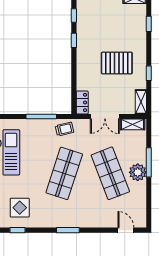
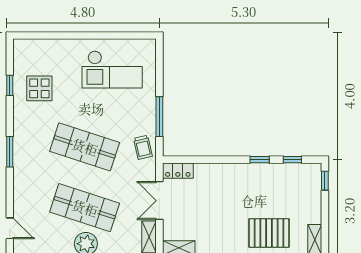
pallet: (117, 63) -> (269, 233), moved, turned 90
shop shelf: (110, 173) -> (85, 208), turned 39
door: (126, 230) -> (10, 228), hinge flipped

